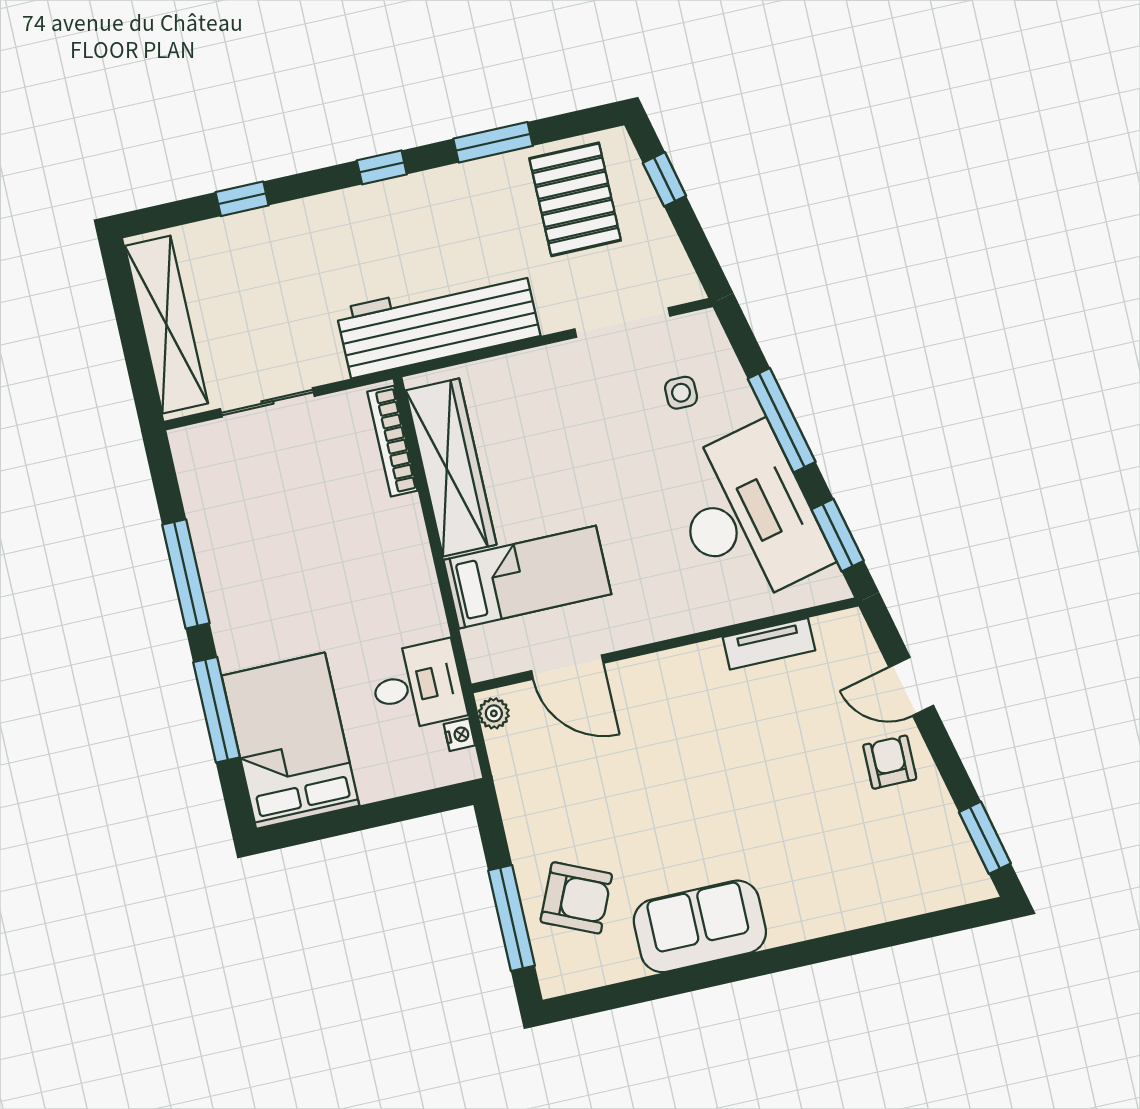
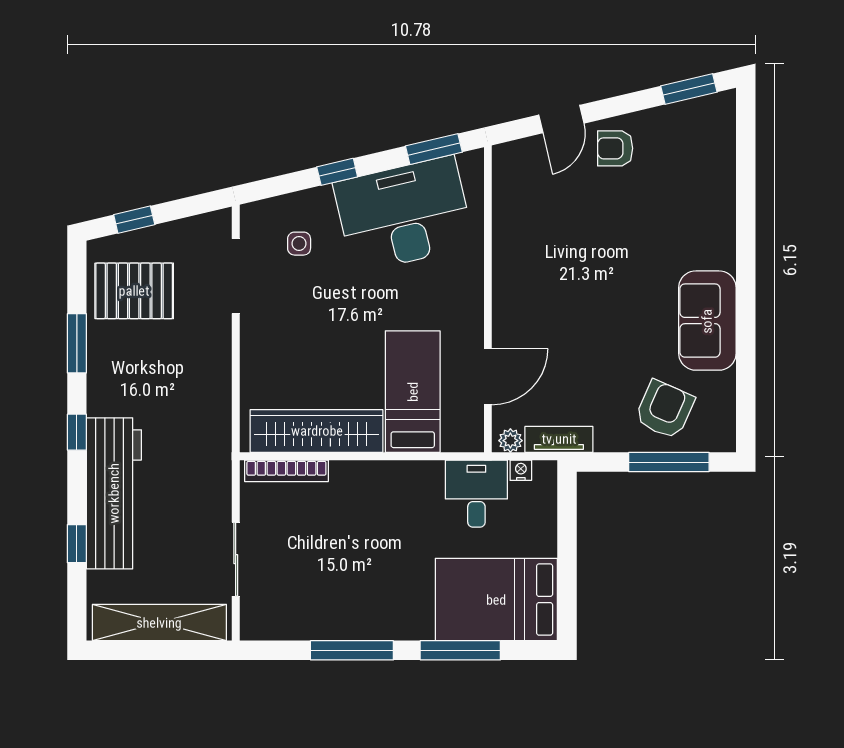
workbench: (438, 323) -> (114, 493), moved, turned 180
window: (782, 420) -> (337, 172), width x0.46
tv unit: (769, 644) -> (559, 439), moved, turned -90

